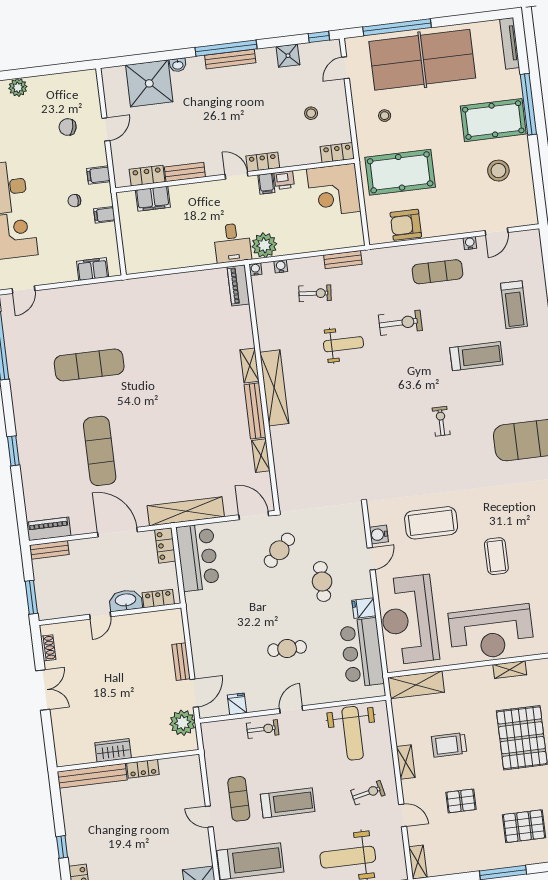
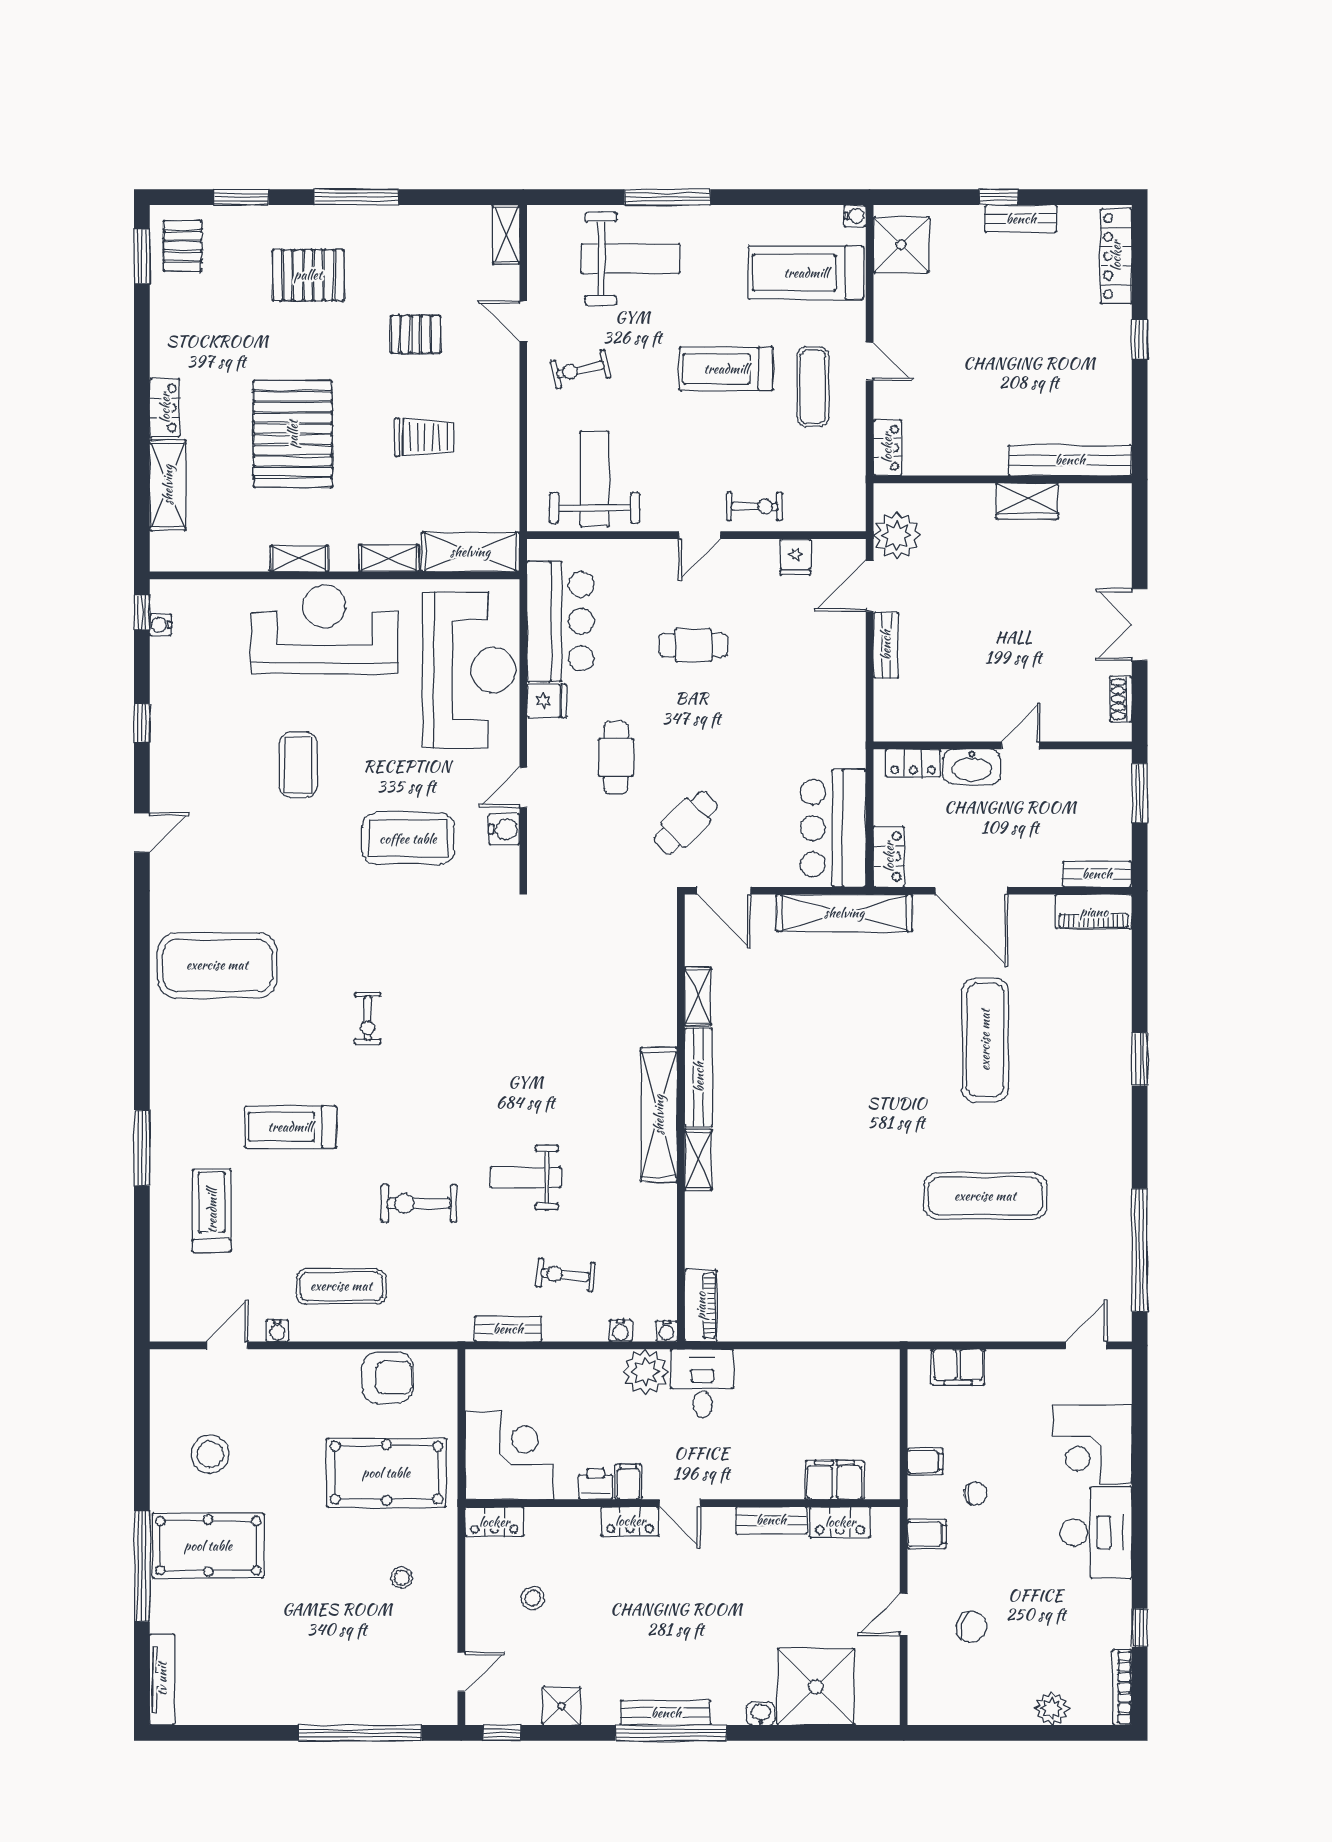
table tennis table: (422, 60) -> (322, 1669), removed
exercise bike: (263, 729) -> (755, 506), turned 180
shelving: (406, 762) -> (389, 558), moved, turned 90
locker: (143, 769) -> (887, 448), moved, turned 90

